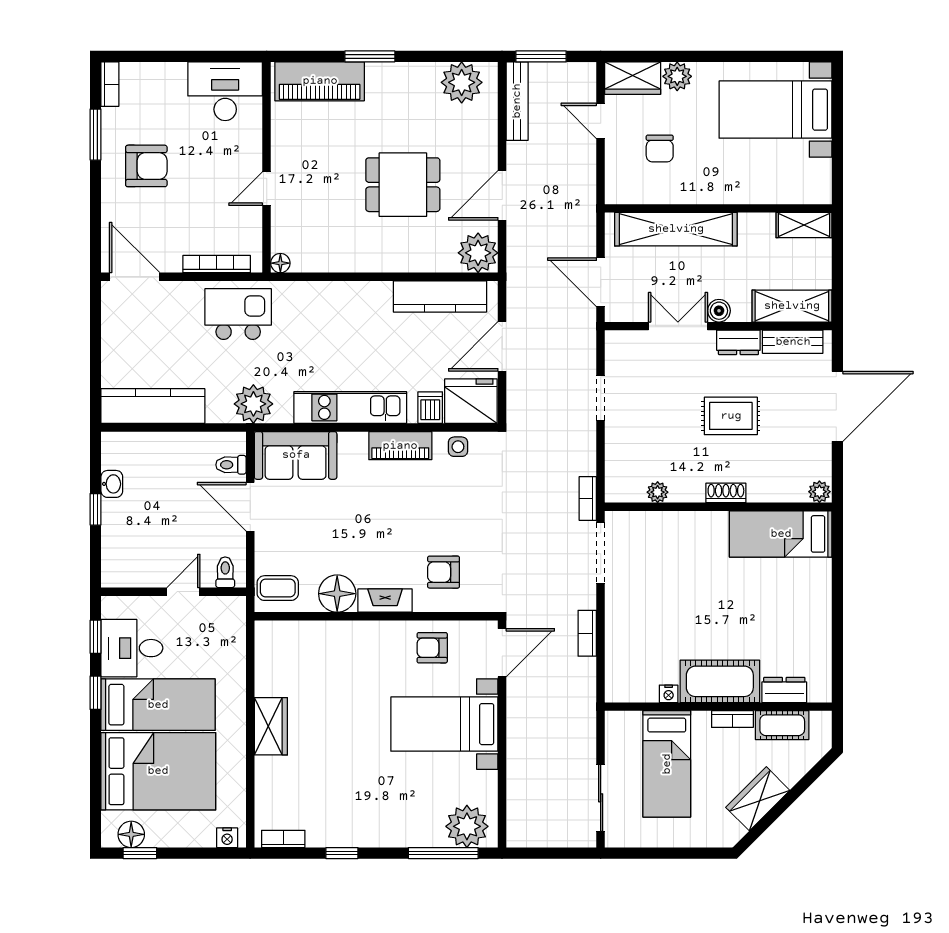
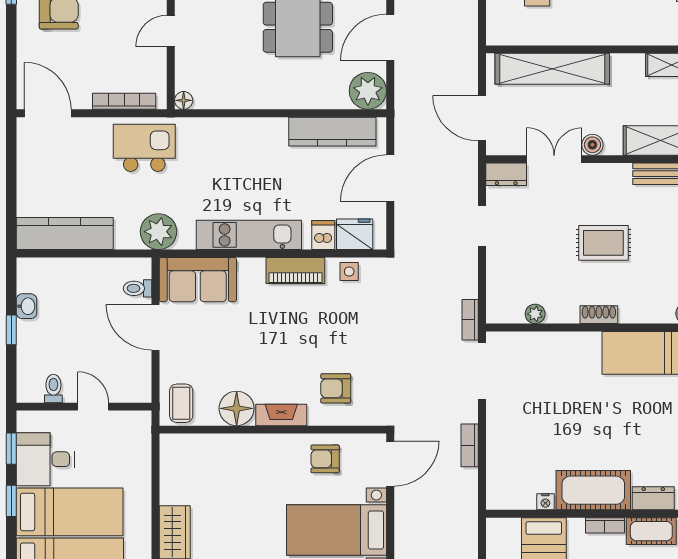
dresser: (738, 342) -> (506, 174), moved
fridge: (471, 401) -> (355, 234), width x0.73, depth x0.75
toilet: (225, 572) -> (53, 389), moved
coffee table: (278, 588) -> (181, 403), turned 90
door: (183, 592) -> (93, 407), hinge flipped

